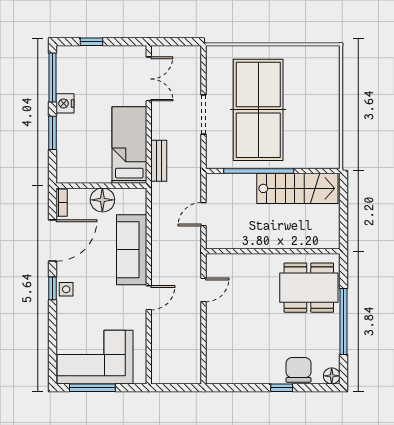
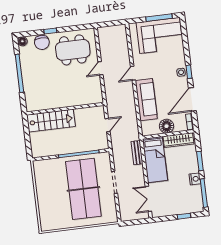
wardrobe: (85, 173) -> (178, 140), added
stairs: (297, 188) -> (51, 121), moved, turned 180
dining table: (309, 288) -> (73, 50), moved
door: (203, 290) -> (100, 68), moved

